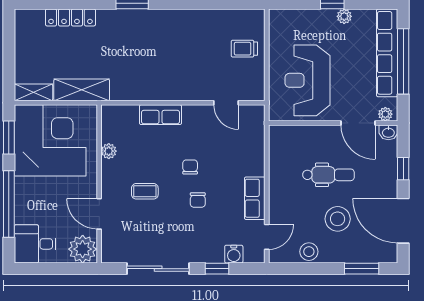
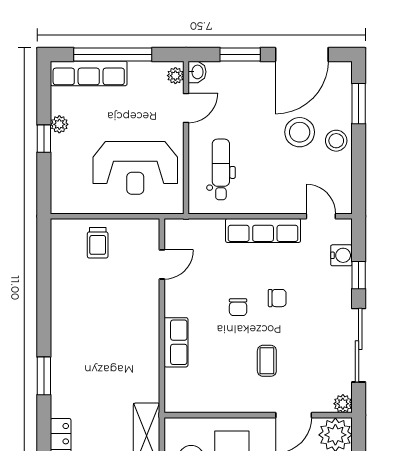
row of seats: (387, 53) -> (89, 73), width x0.73
door: (358, 123) -> (186, 108), width x0.73
plant: (109, 151) -> (343, 404), moved
chair: (190, 167) -> (238, 307), turned -90
window: (403, 169) -> (240, 55), width x1.50
dental chair: (328, 175) -> (221, 169), moved
row of seats: (255, 198) -> (263, 230), width x1.48
stool: (309, 252) -> (336, 141), moved

